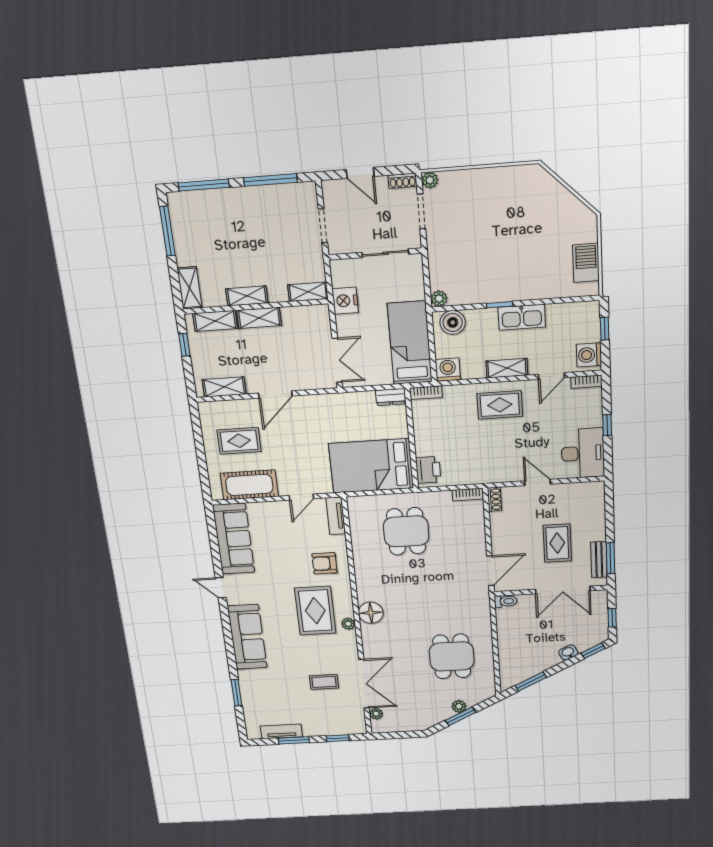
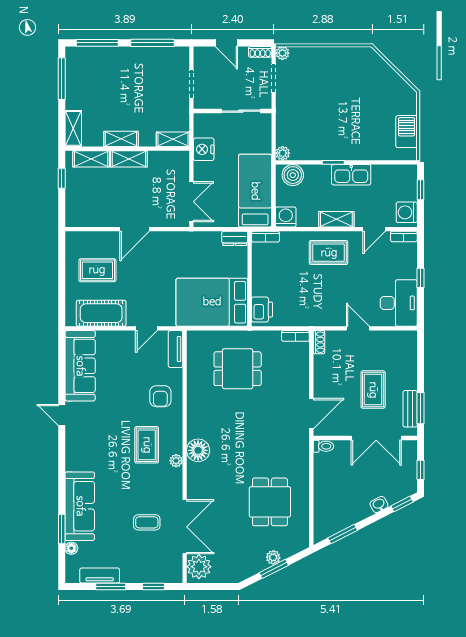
shelving: (224, 387) -> (91, 219), removed
dining table: (406, 531) -> (238, 369), turned 90
armchair: (325, 563) -> (160, 396), turned -90
rug: (315, 611) -> (147, 445), width x0.73, depth x0.70
sofa: (247, 637) -> (80, 506), moved
floor lamp: (249, 709) -> (71, 548), added
plant: (376, 714) -> (199, 567), width x1.88, depth x1.88

